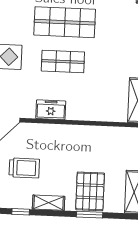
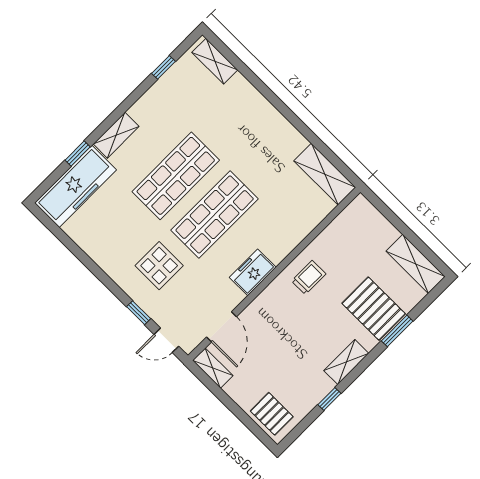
shop shelf: (63, 61) -> (215, 215), width x1.43, depth x1.36
trolley: (24, 168) -> (309, 277), moved, width x0.73, depth x0.72

